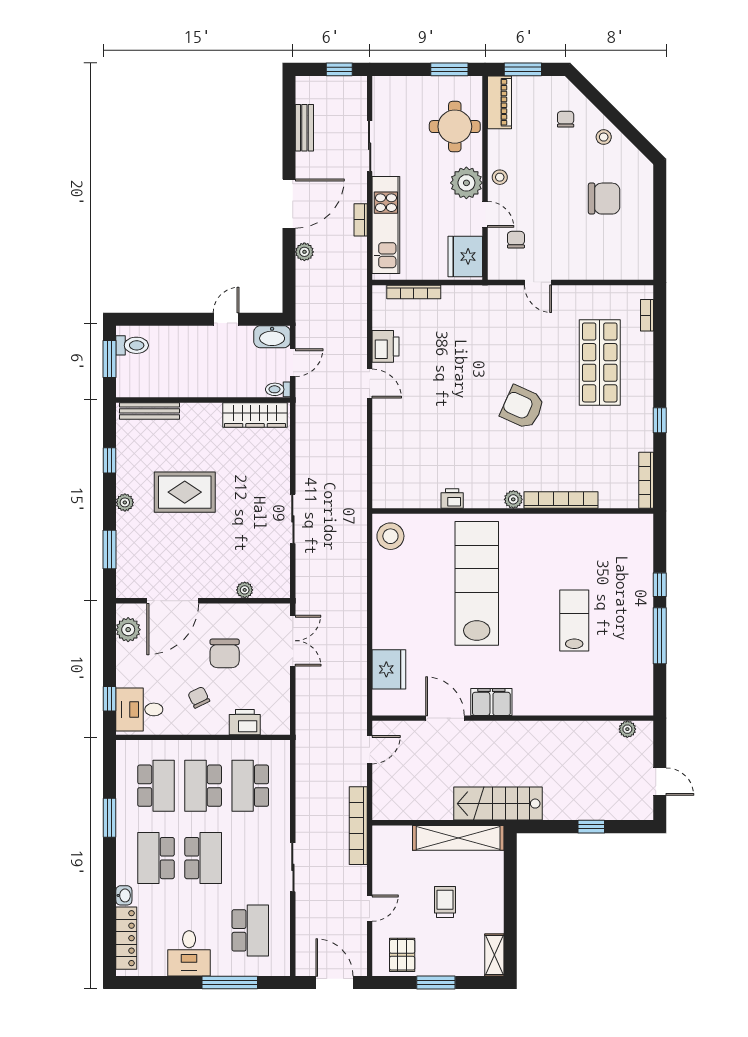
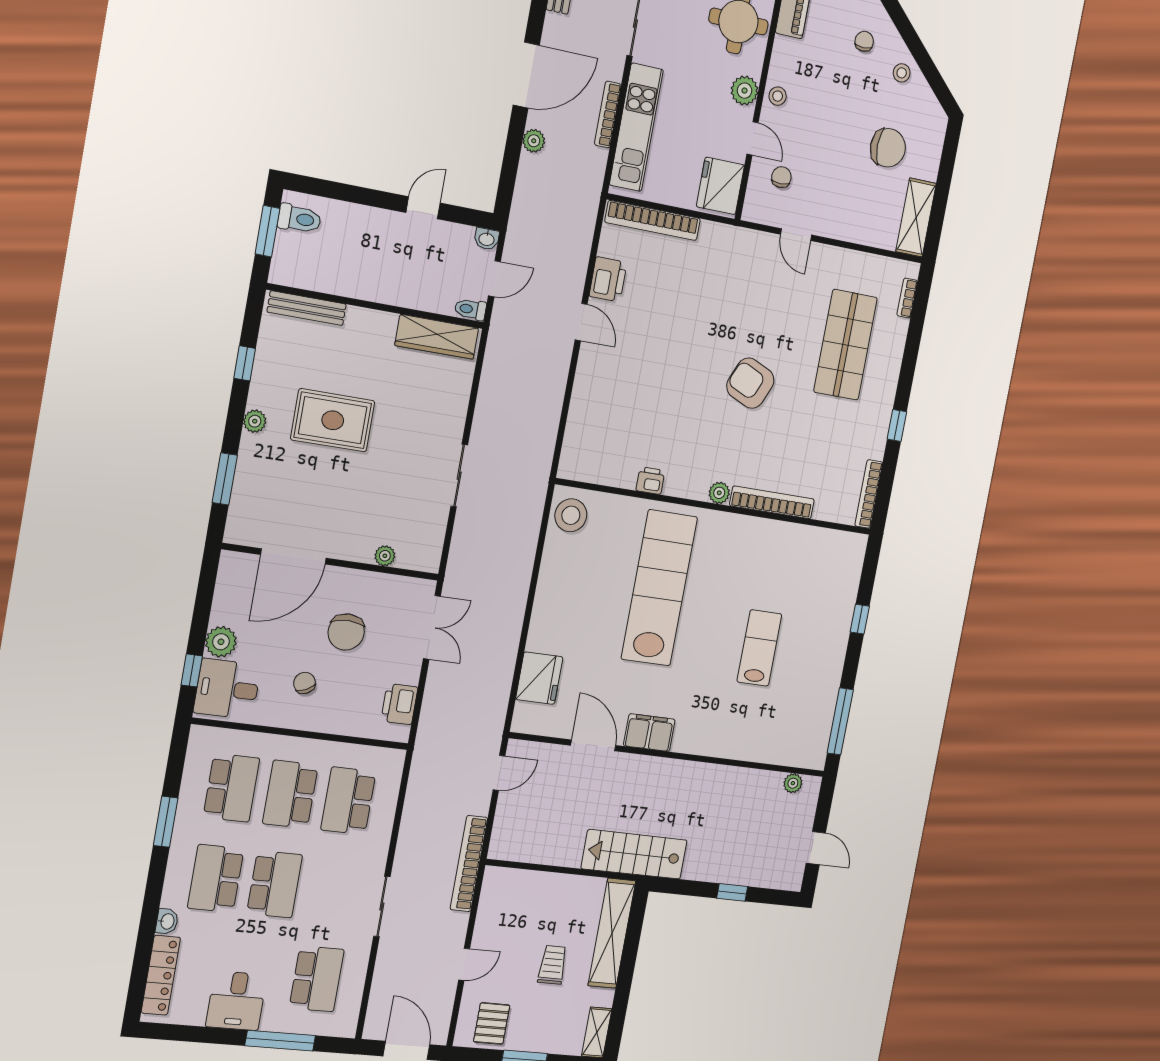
plant: (466, 183) -> (744, 91), width x0.73, depth x0.73
bookcase: (361, 220) -> (608, 115), width x1.56
shelving: (641, 249) -> (916, 217), added
bookcase: (414, 292) -> (653, 220), width x1.48, depth x1.31
washbasin: (272, 337) -> (487, 239), width x0.52, depth x0.69
plant: (128, 630) -> (221, 642), moved
window: (660, 636) -> (840, 721), moved
printer: (245, 722) -> (399, 704), moved, turned -90
shelving: (458, 838) -> (612, 933), moved, turned 90

